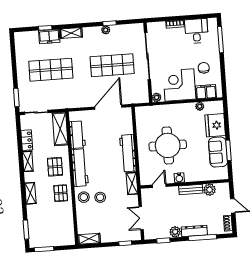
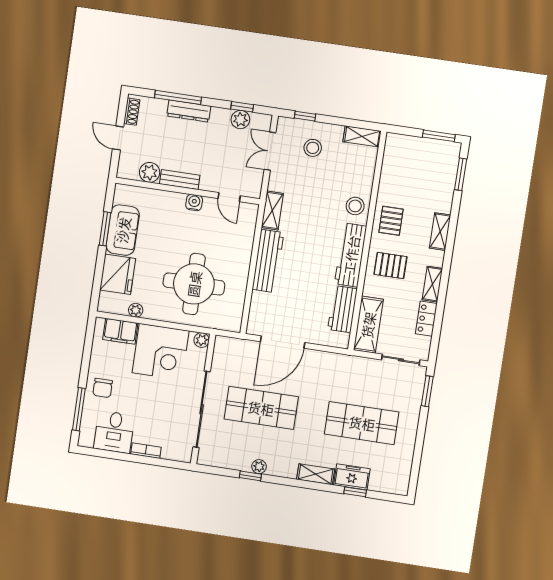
chair: (204, 68) -> (103, 388), moved
round table: (168, 145) -> (194, 284), moved
pallet: (55, 167) -> (390, 266), turned 90
door: (159, 186) -> (229, 197), hinge flipped
stool: (100, 197) -> (313, 148), moved
double door: (141, 218) -> (270, 151), swing flipped
plant: (175, 232) -> (240, 120), moved

